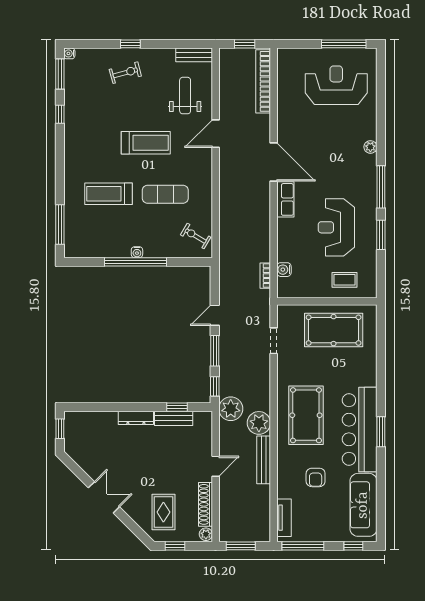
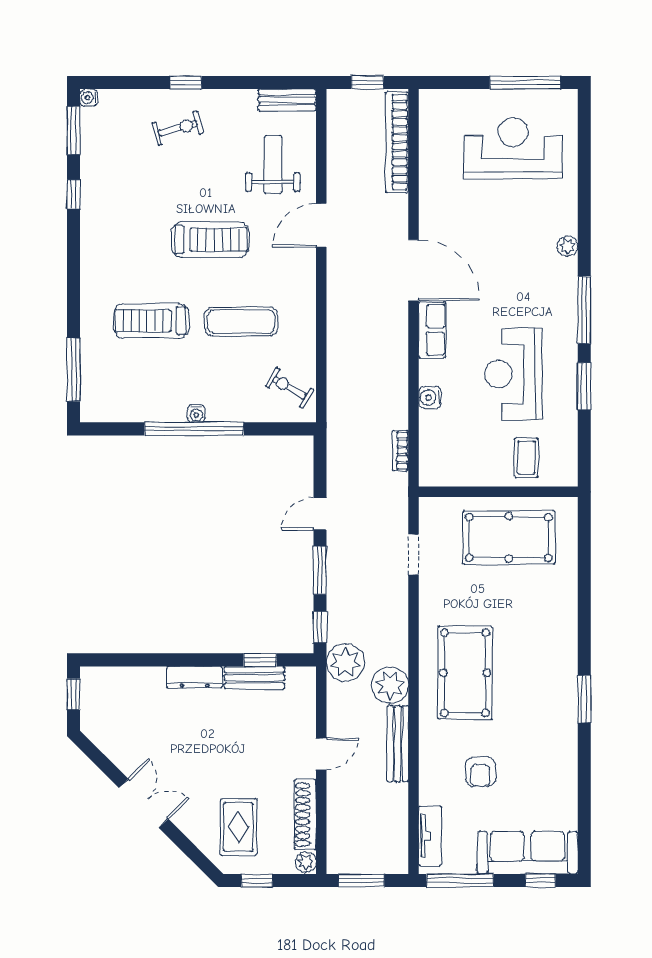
water cooler: (284, 270) -> (430, 397), moved
coffee table: (344, 280) -> (526, 458), turned 90
bar counter: (360, 429) -> (550, 696), removed
sofa: (363, 505) -> (528, 853), moved, turned 90

